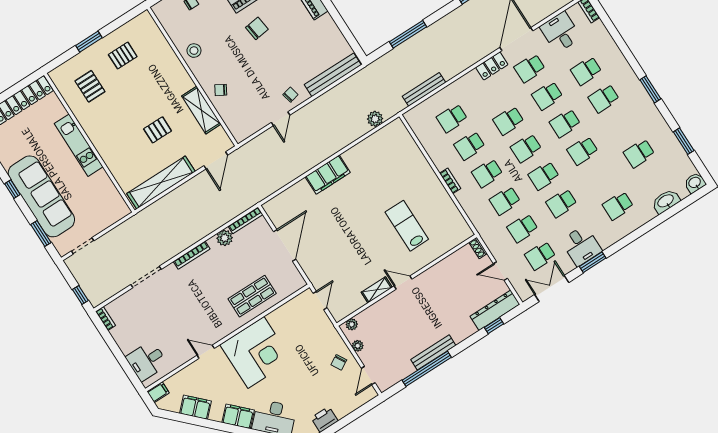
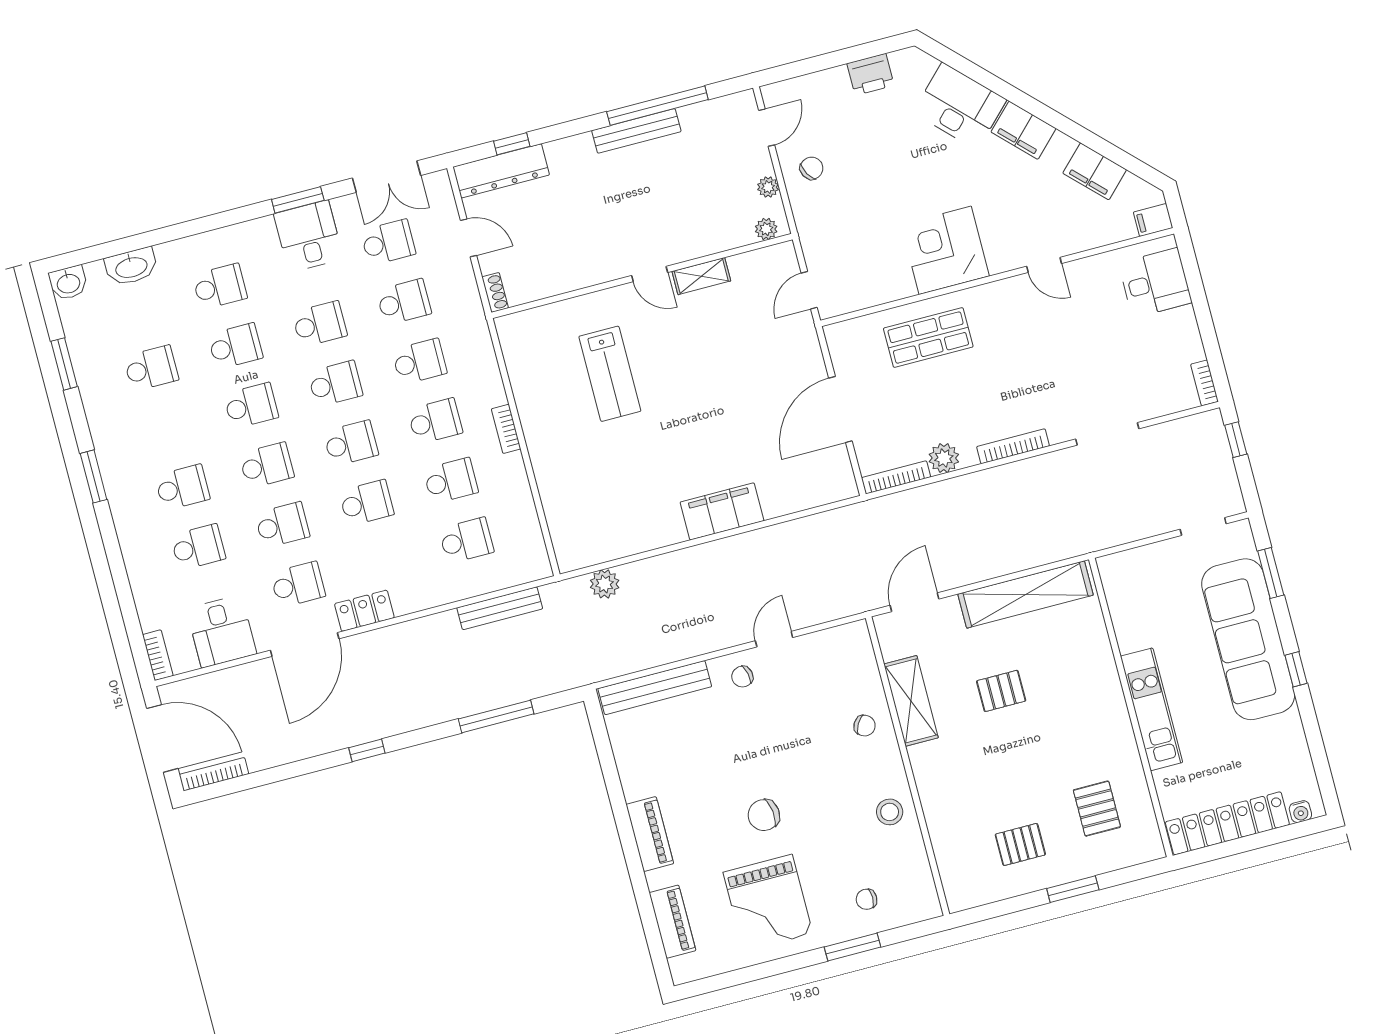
school desk: (600, 178) -> (235, 346), added
corner desk: (256, 352) -> (945, 250), width x0.74, depth x0.74

